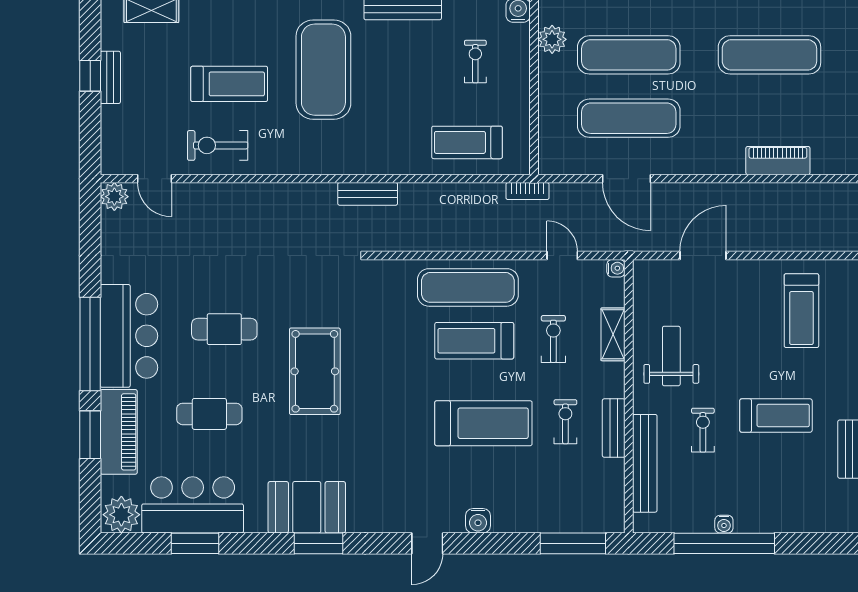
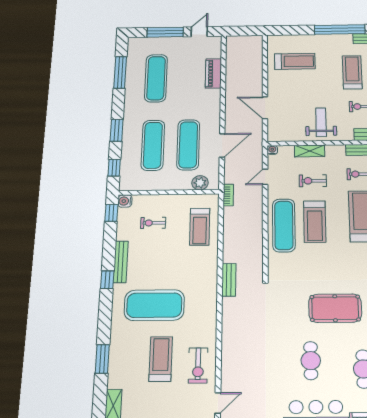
plant: (552, 39) -> (200, 183), moved
weight bench: (671, 356) -> (321, 122), turned 90

